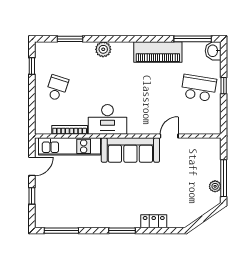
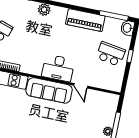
desk: (107, 119) -> (58, 68), moved
door: (169, 136) -> (81, 86), swing flipped

